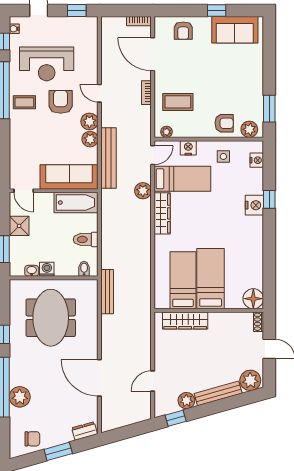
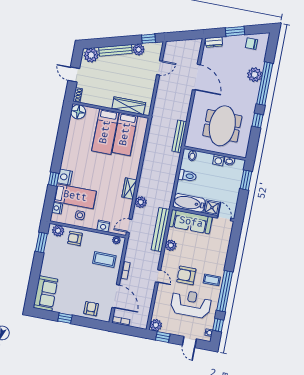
sofa: (235, 30) -> (45, 293), moved, turned 90
armchair: (61, 102) -> (186, 275), turned 90
plant: (89, 121) -> (156, 325), moved
bed: (182, 179) -> (75, 196), moved, turned 180
wardrobe: (162, 213) -> (129, 189), width x0.67
shower: (19, 226) -> (212, 208), moved

